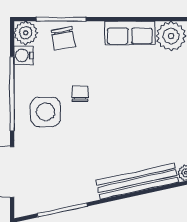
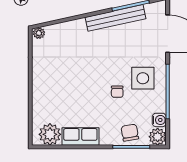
bench: (137, 181) -> (116, 18), moved

